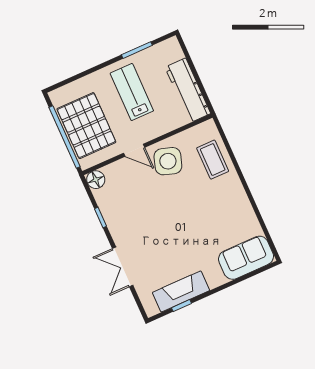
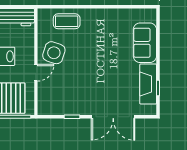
floor lamp: (96, 180) -> (44, 108), removed
sofa: (246, 258) -> (145, 43), moved
double door: (123, 267) -> (113, 117), width x1.37

